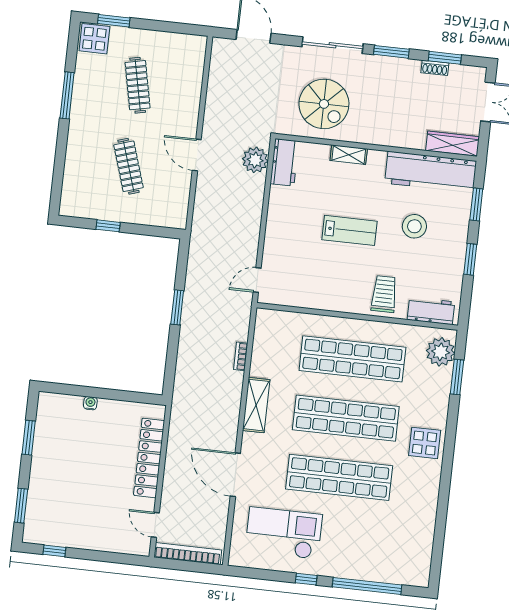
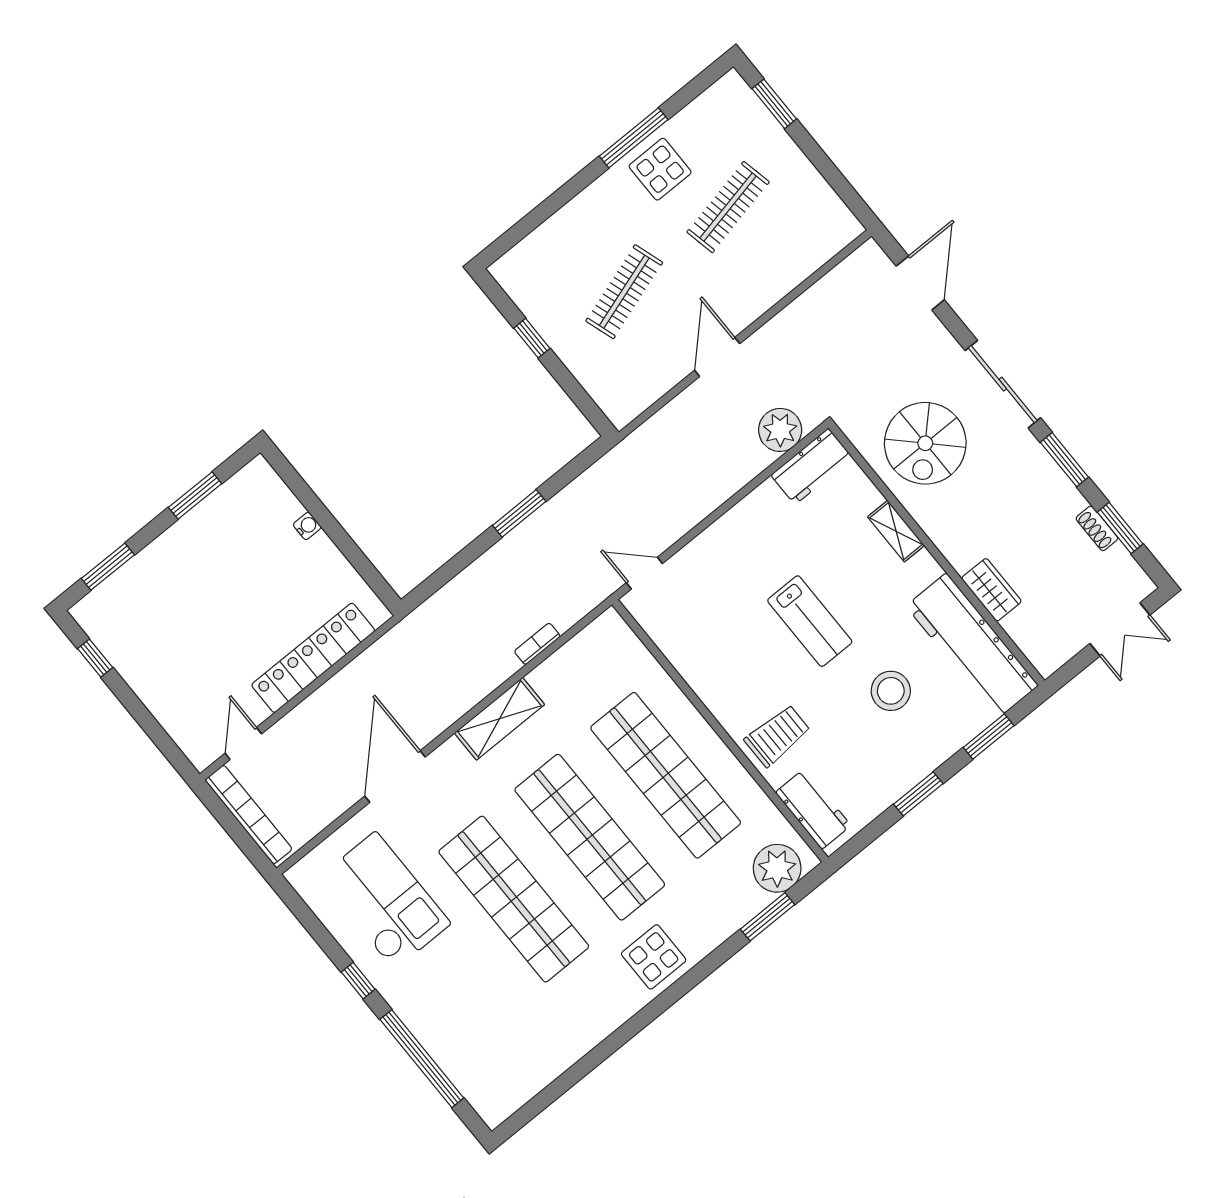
display table: (94, 39) -> (660, 169), moved
wardrobe: (452, 144) -> (991, 590), moved, width x0.67

